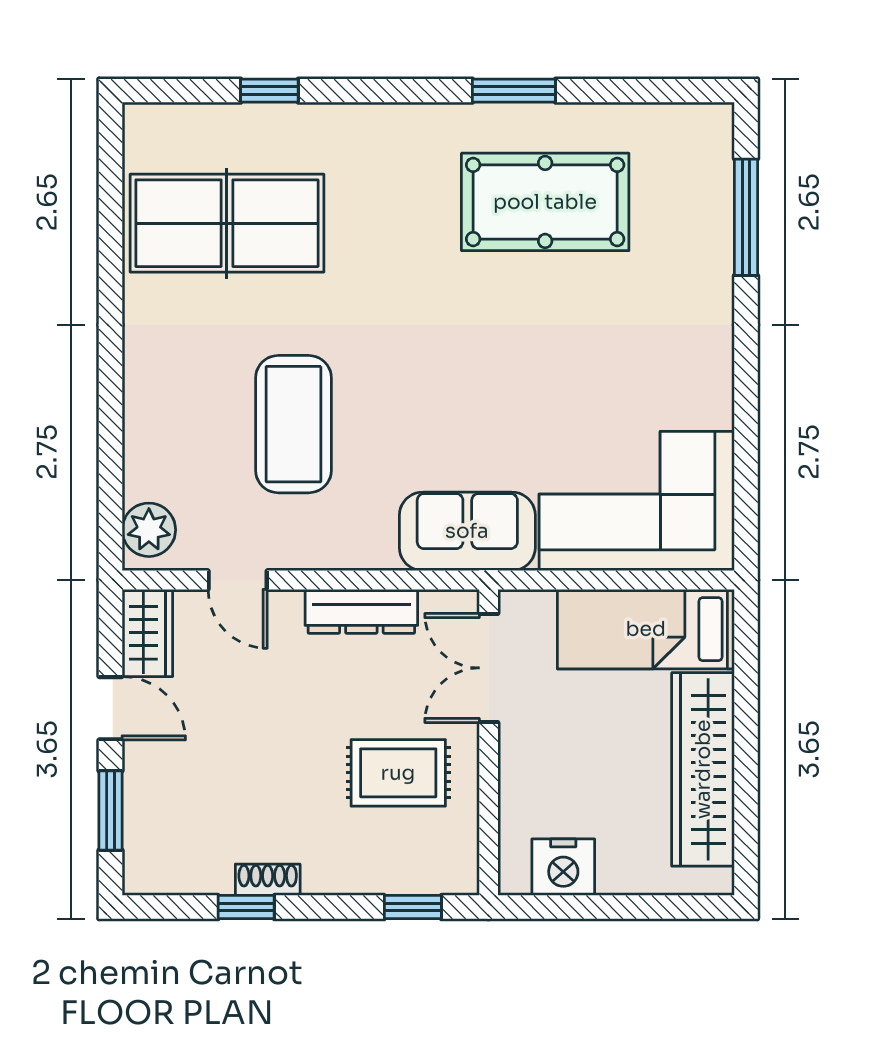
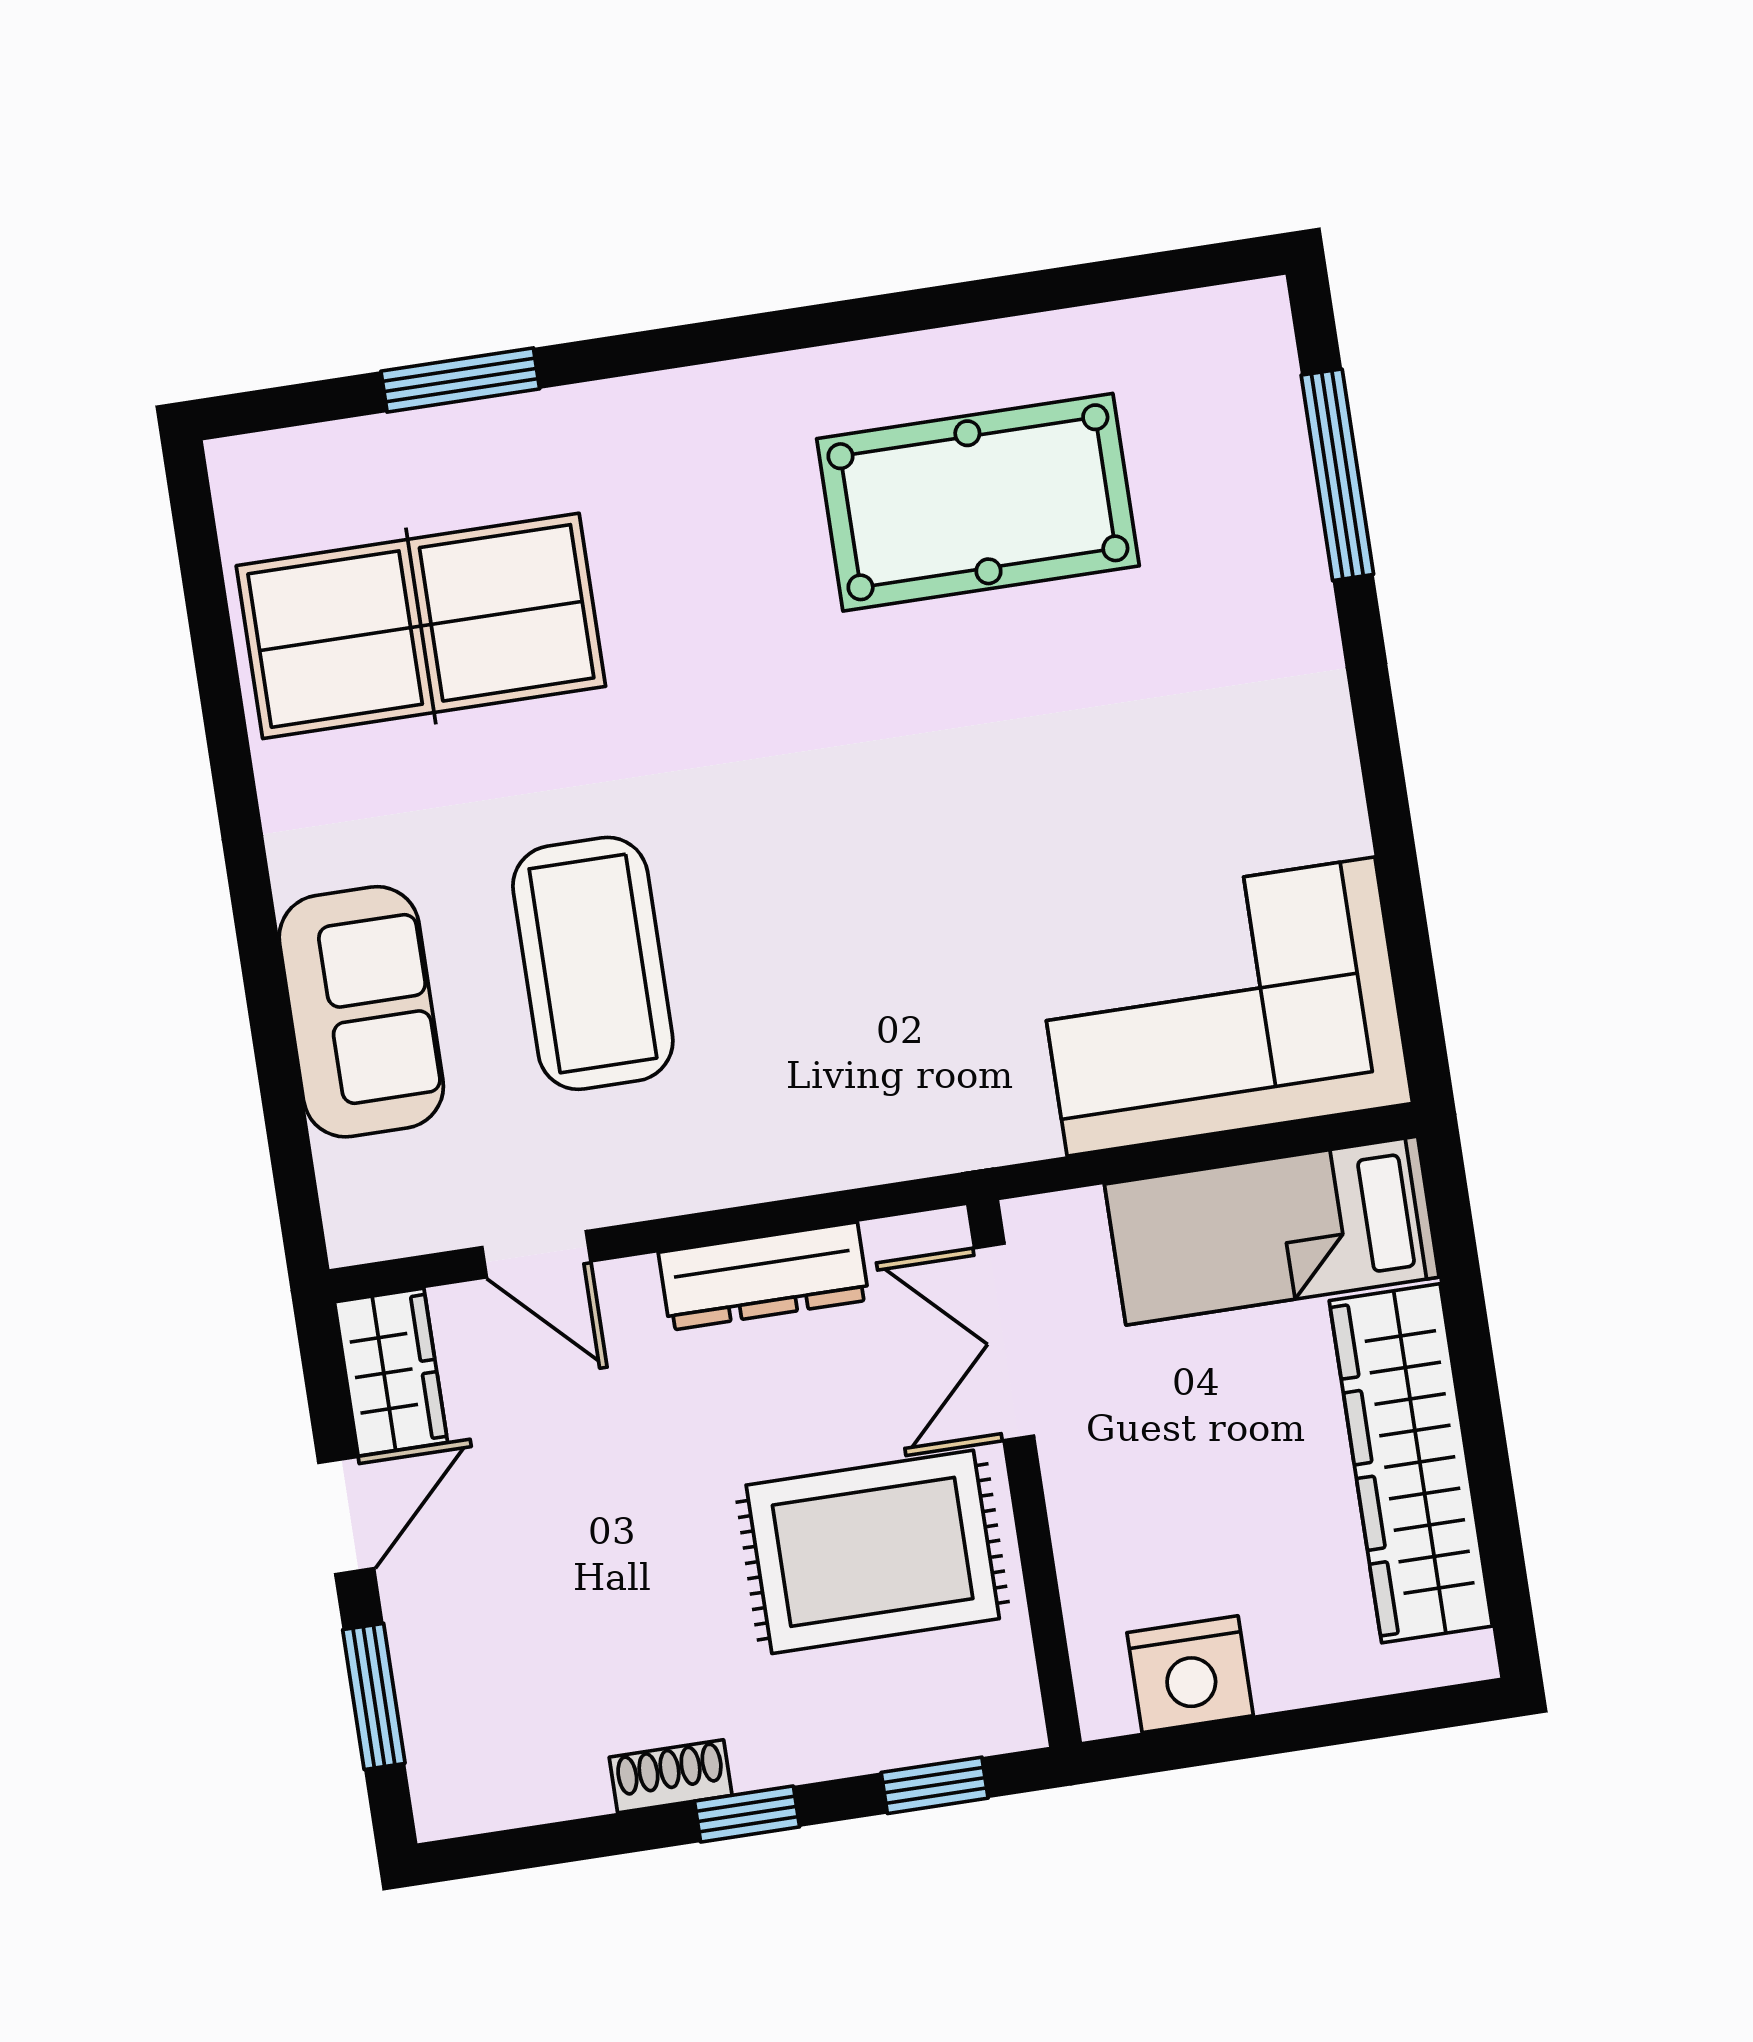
window: (269, 91) -> (460, 380), width x1.50
window: (514, 91) -> (893, 314), removed
plant: (149, 530) -> (366, 1189), removed
sofa: (467, 531) -> (361, 1012), moved, turned 90
door: (111, 708) -> (346, 1516), hinge flipped
rug: (398, 773) -> (873, 1552), width x1.36, depth x1.43
window: (246, 907) -> (747, 1814), moved

